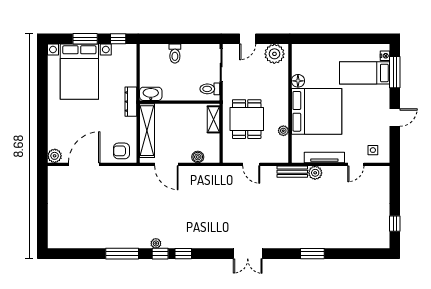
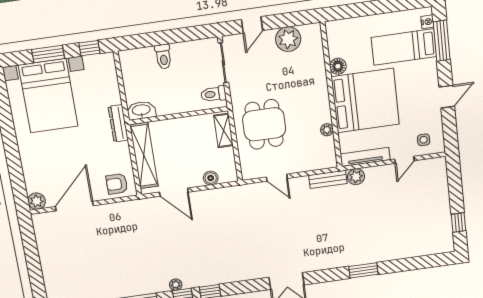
floor lamp: (298, 81) -> (338, 66), moved
wall: (290, 103) -> (331, 96), moved
bed: (317, 111) -> (365, 101), moved
plant: (283, 131) -> (327, 130), moved

